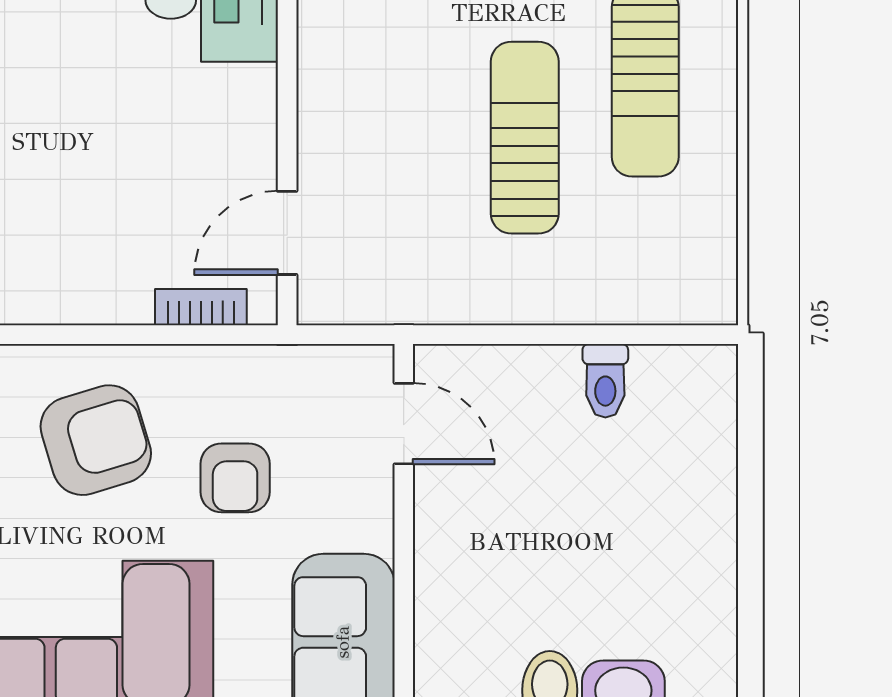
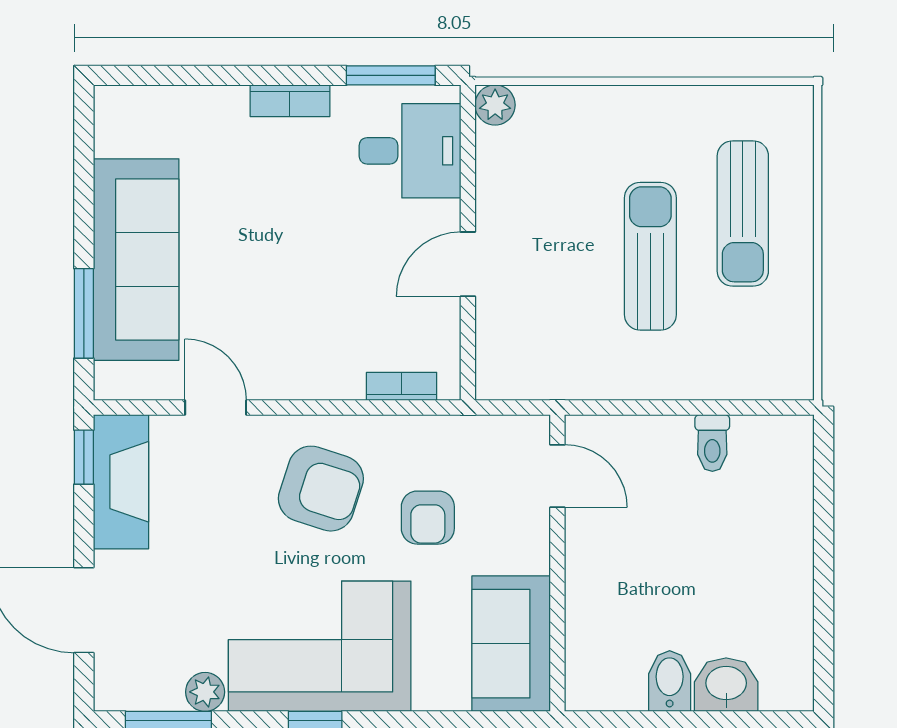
door: (287, 233) -> (468, 264), moved
armchair: (96, 440) -> (321, 489), turned 35

